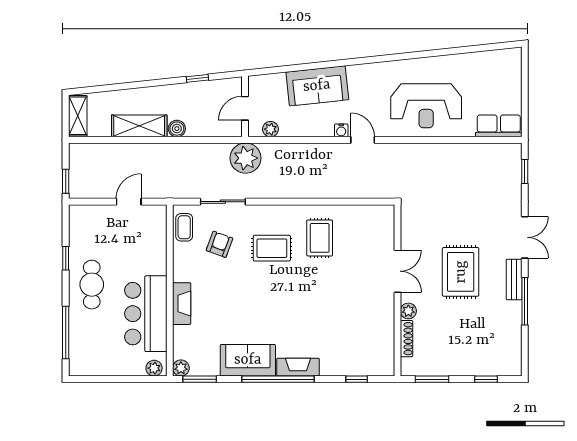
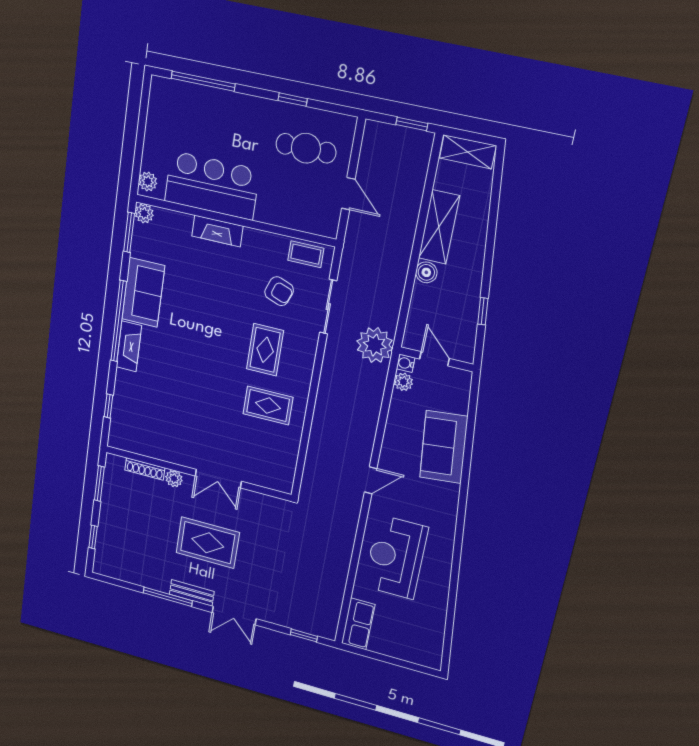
water cooler: (341, 130) -> (406, 363), moved
window: (66, 181) -> (412, 124), moved
cafe table: (92, 285) -> (306, 148), moved

